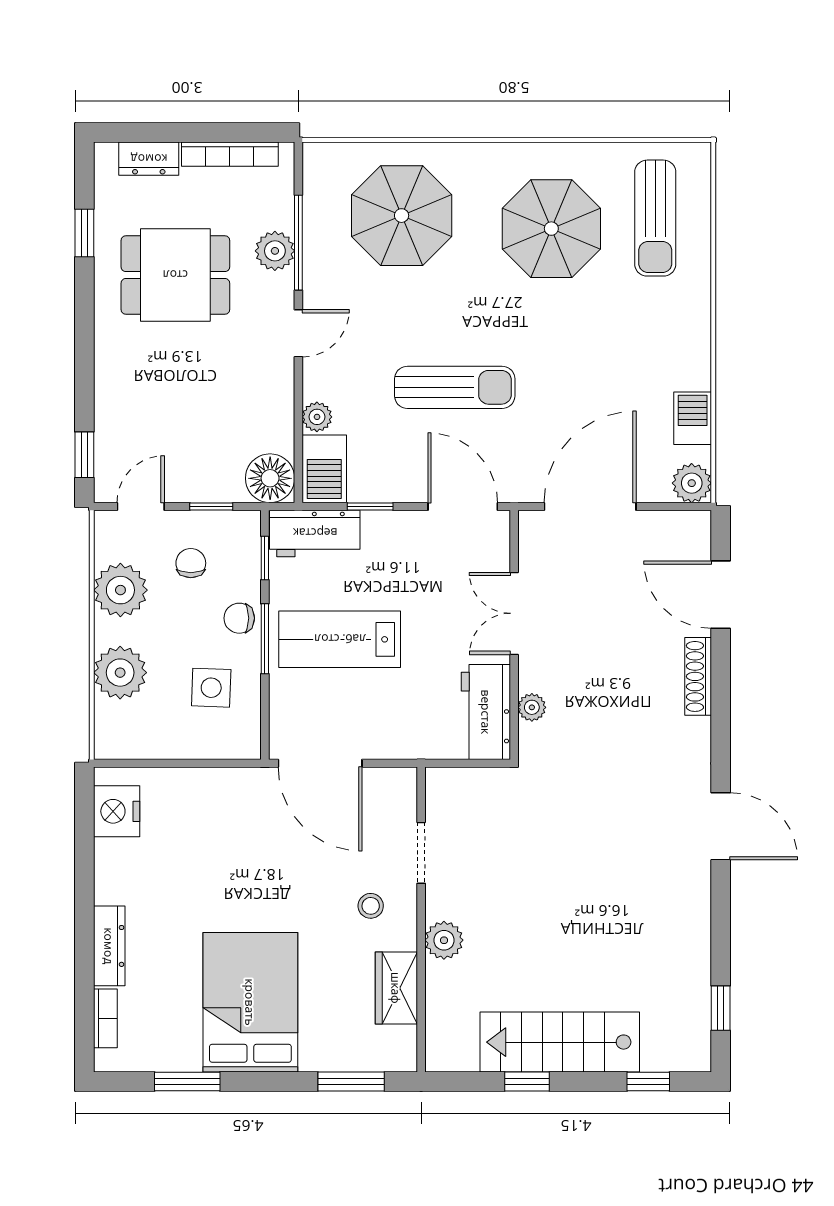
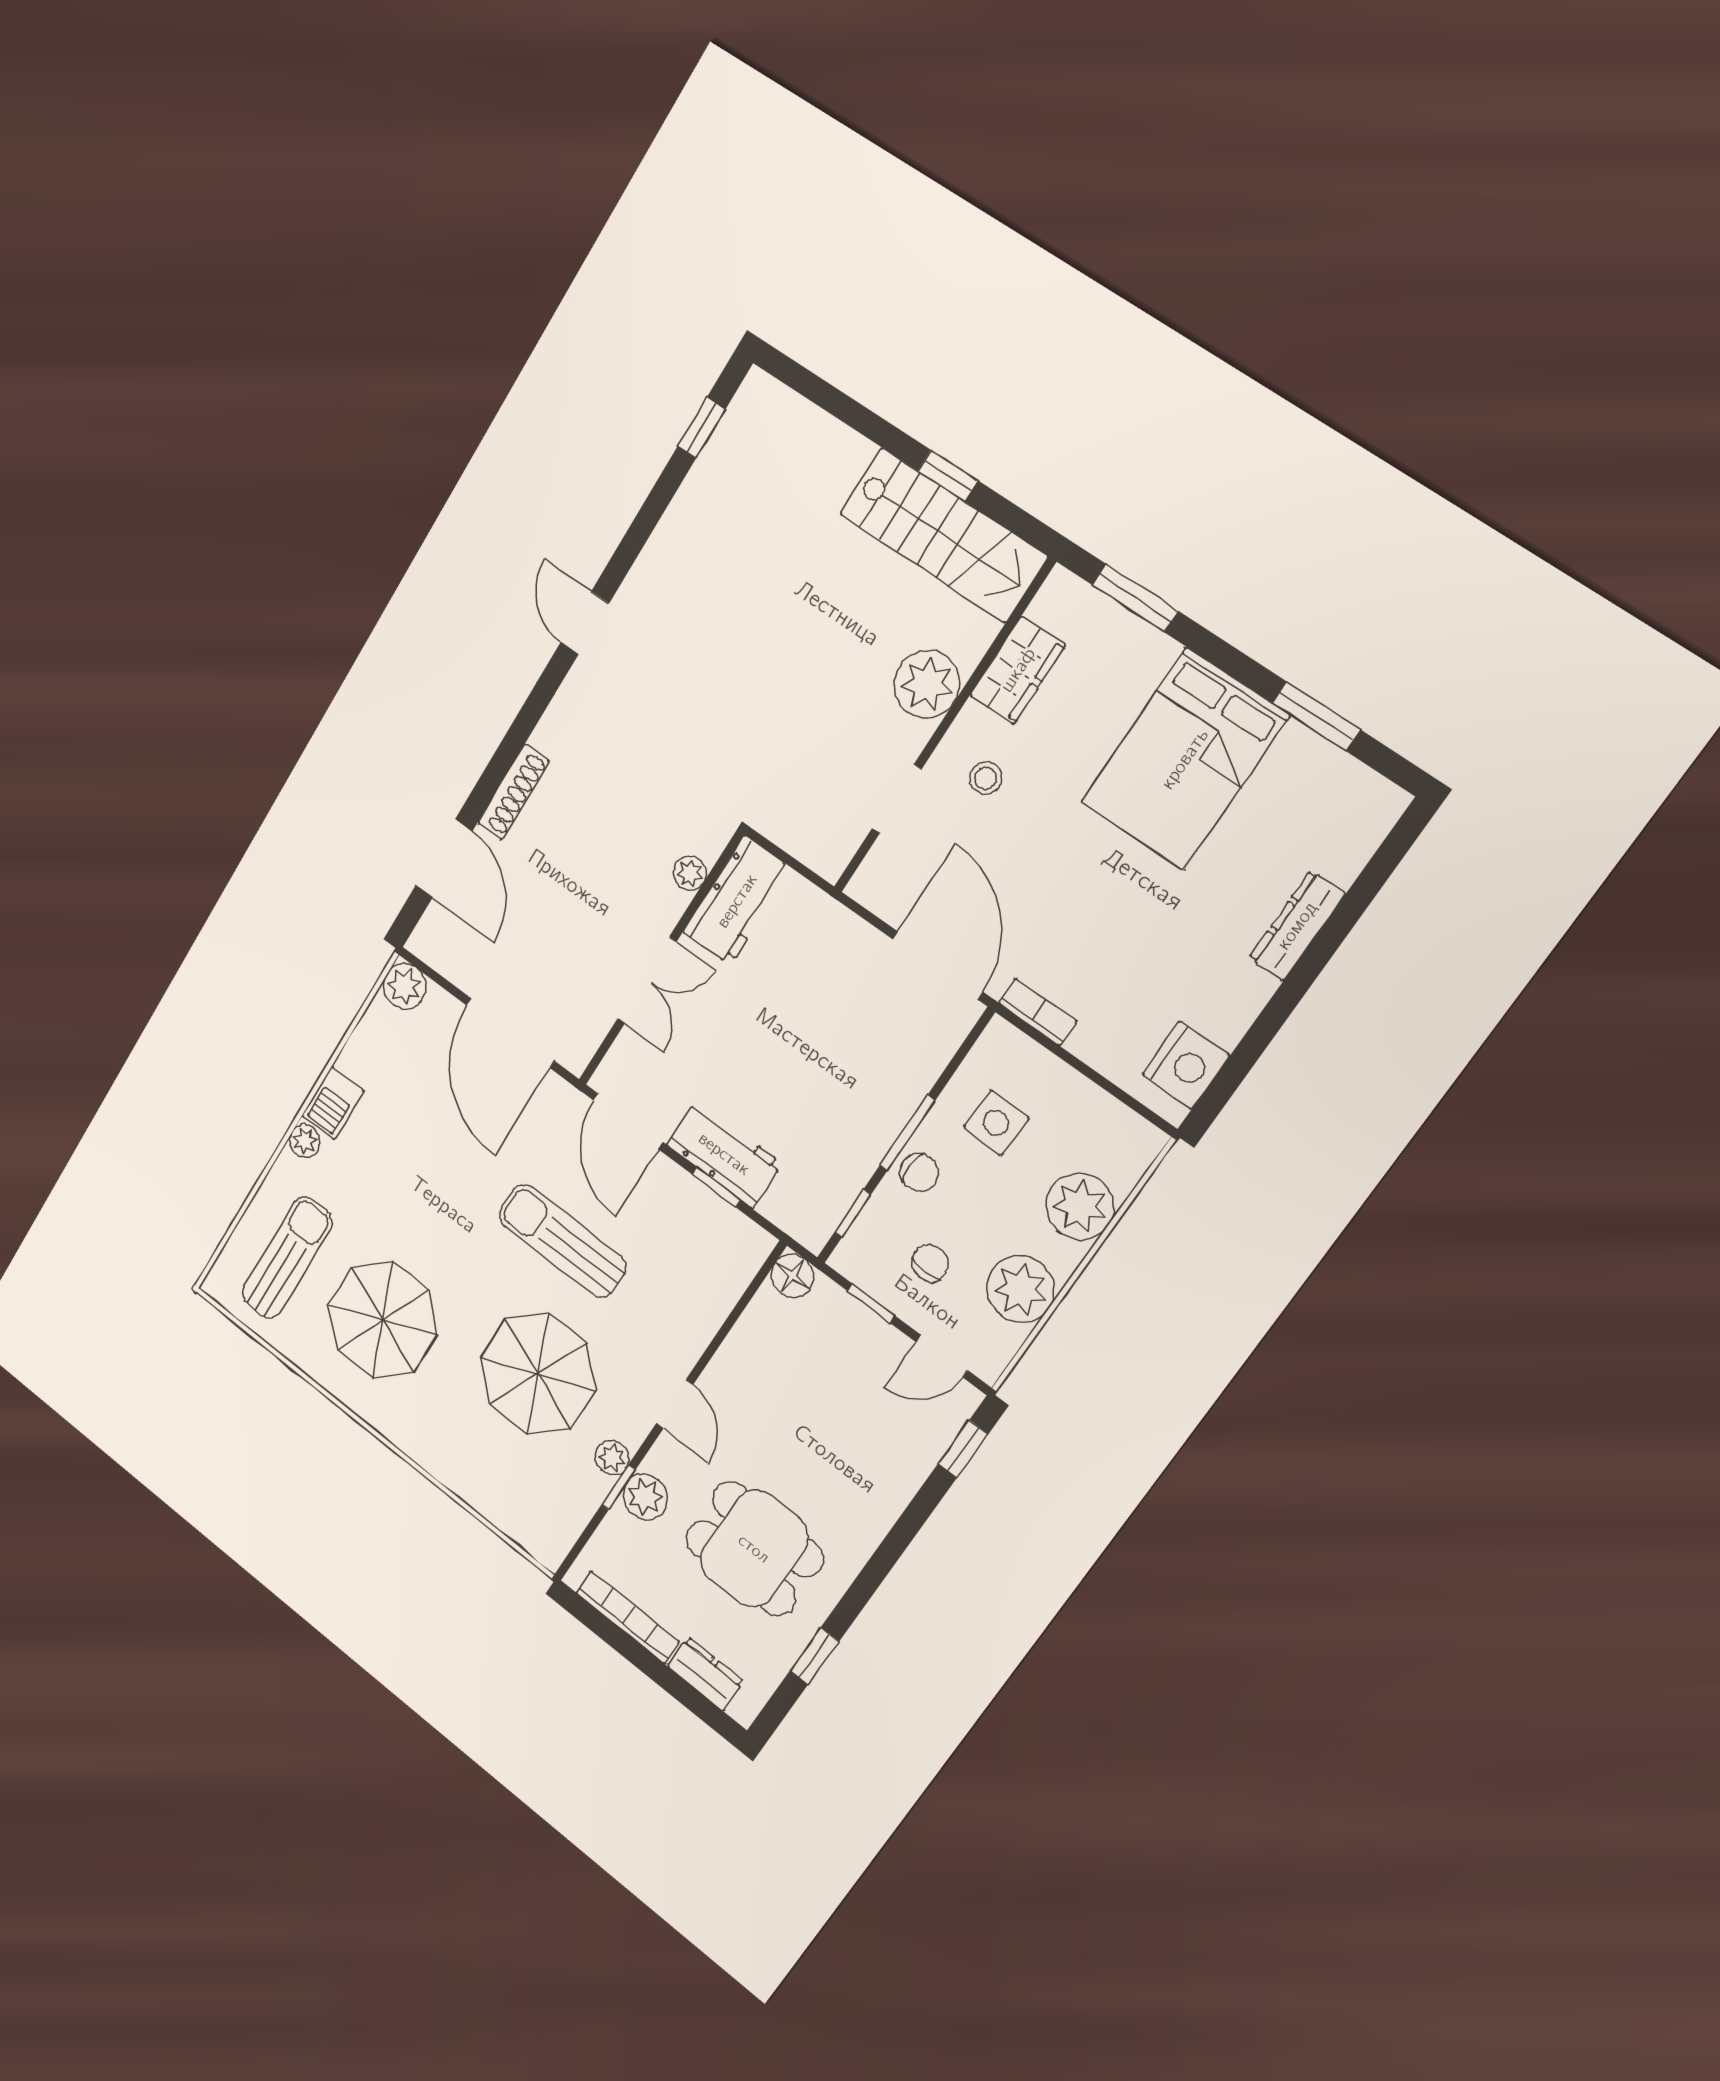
parasol: (402, 216) -> (538, 1374), moved
window: (298, 243) -> (619, 1487), width x0.46
plant: (697, 315) -> (305, 1141), added
door: (298, 333) -> (675, 1404), swing flipped
plant: (317, 417) -> (612, 1458), moved
barbecue: (693, 418) -> (333, 1103), moved
barbecue: (324, 469) -> (736, 1257), removed
floor lamp: (270, 478) -> (793, 1276), width x0.73, depth x0.73
door: (590, 506) -> (510, 1033), hinge flipped
workbench: (315, 533) -> (724, 1154), moved
chair: (191, 563) -> (930, 1263), turned 180
lab bench: (340, 639) -> (833, 1078), removed
door: (721, 826) -> (585, 623), width x0.73
plant: (444, 940) -> (927, 684), width x1.36, depth x1.36
bookcase: (105, 1018) -> (1037, 1012), moved, turned 90
stairs: (560, 1042) -> (943, 535), moved
window: (648, 1081) -> (823, 394), removed

